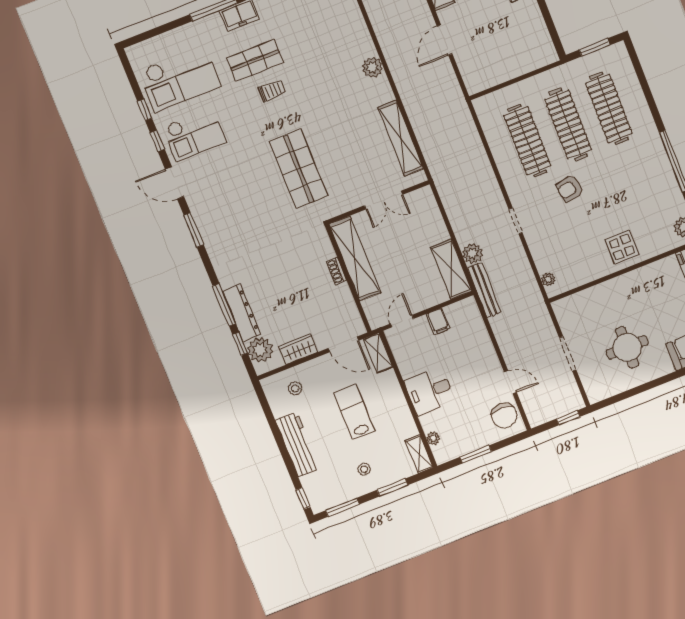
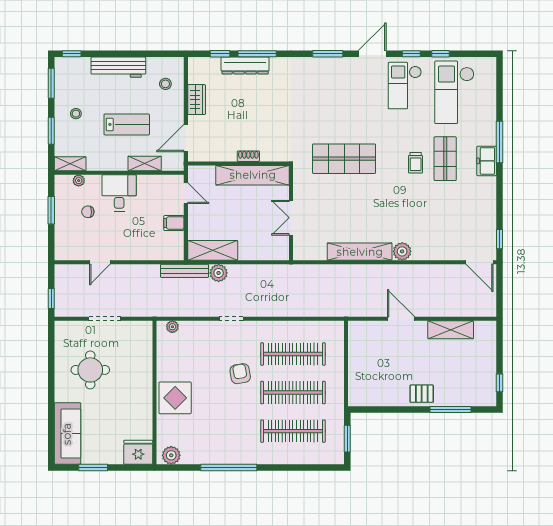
shelving: (401, 138) -> (360, 252), moved
display table: (622, 247) -> (175, 398), width x1.36, depth x1.36
plant: (260, 350) -> (209, 68), removed
shelving: (378, 353) -> (145, 163), moved
chair: (504, 415) -> (88, 212), moved, width x0.54, depth x0.54

